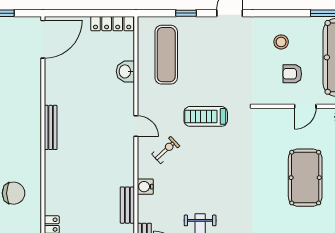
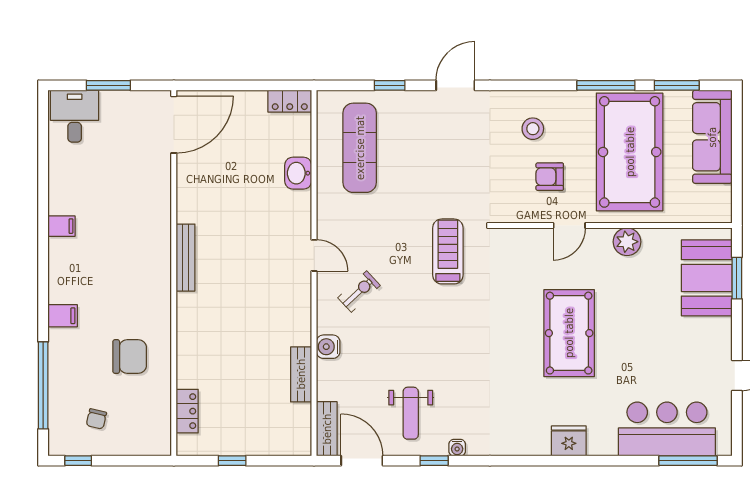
locker: (112, 24) -> (290, 101), width x0.66
treadmill: (206, 116) -> (448, 251), moved, turned 90

